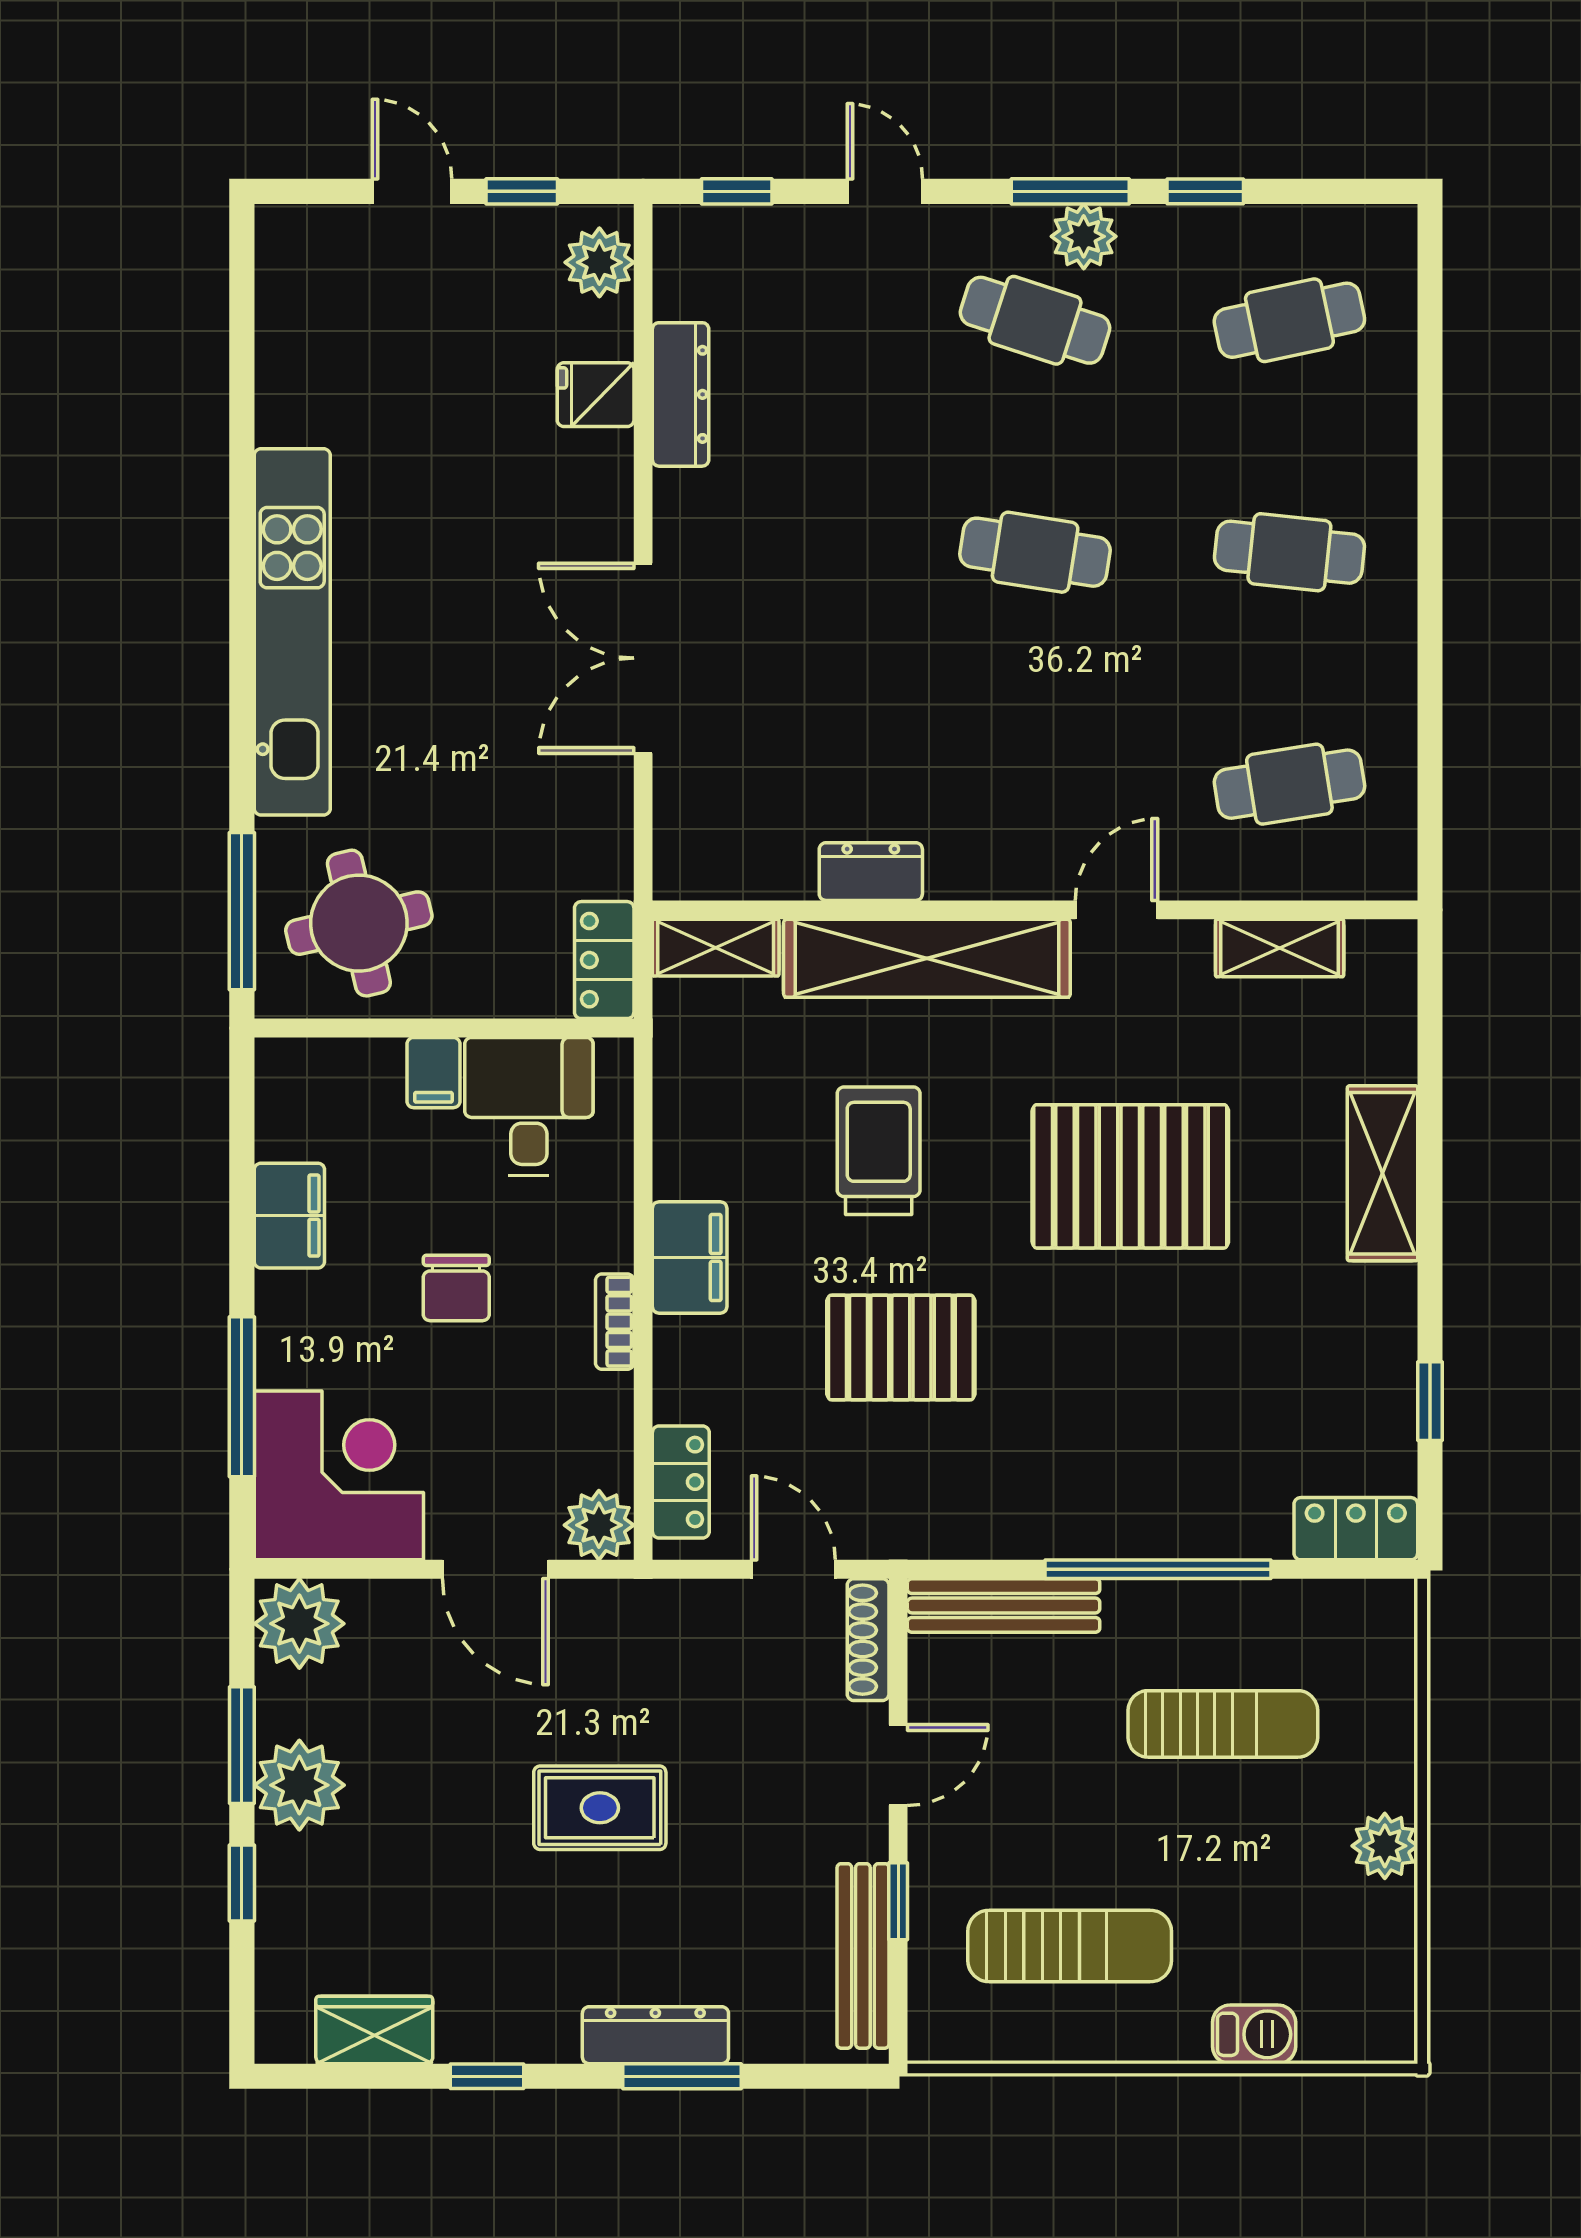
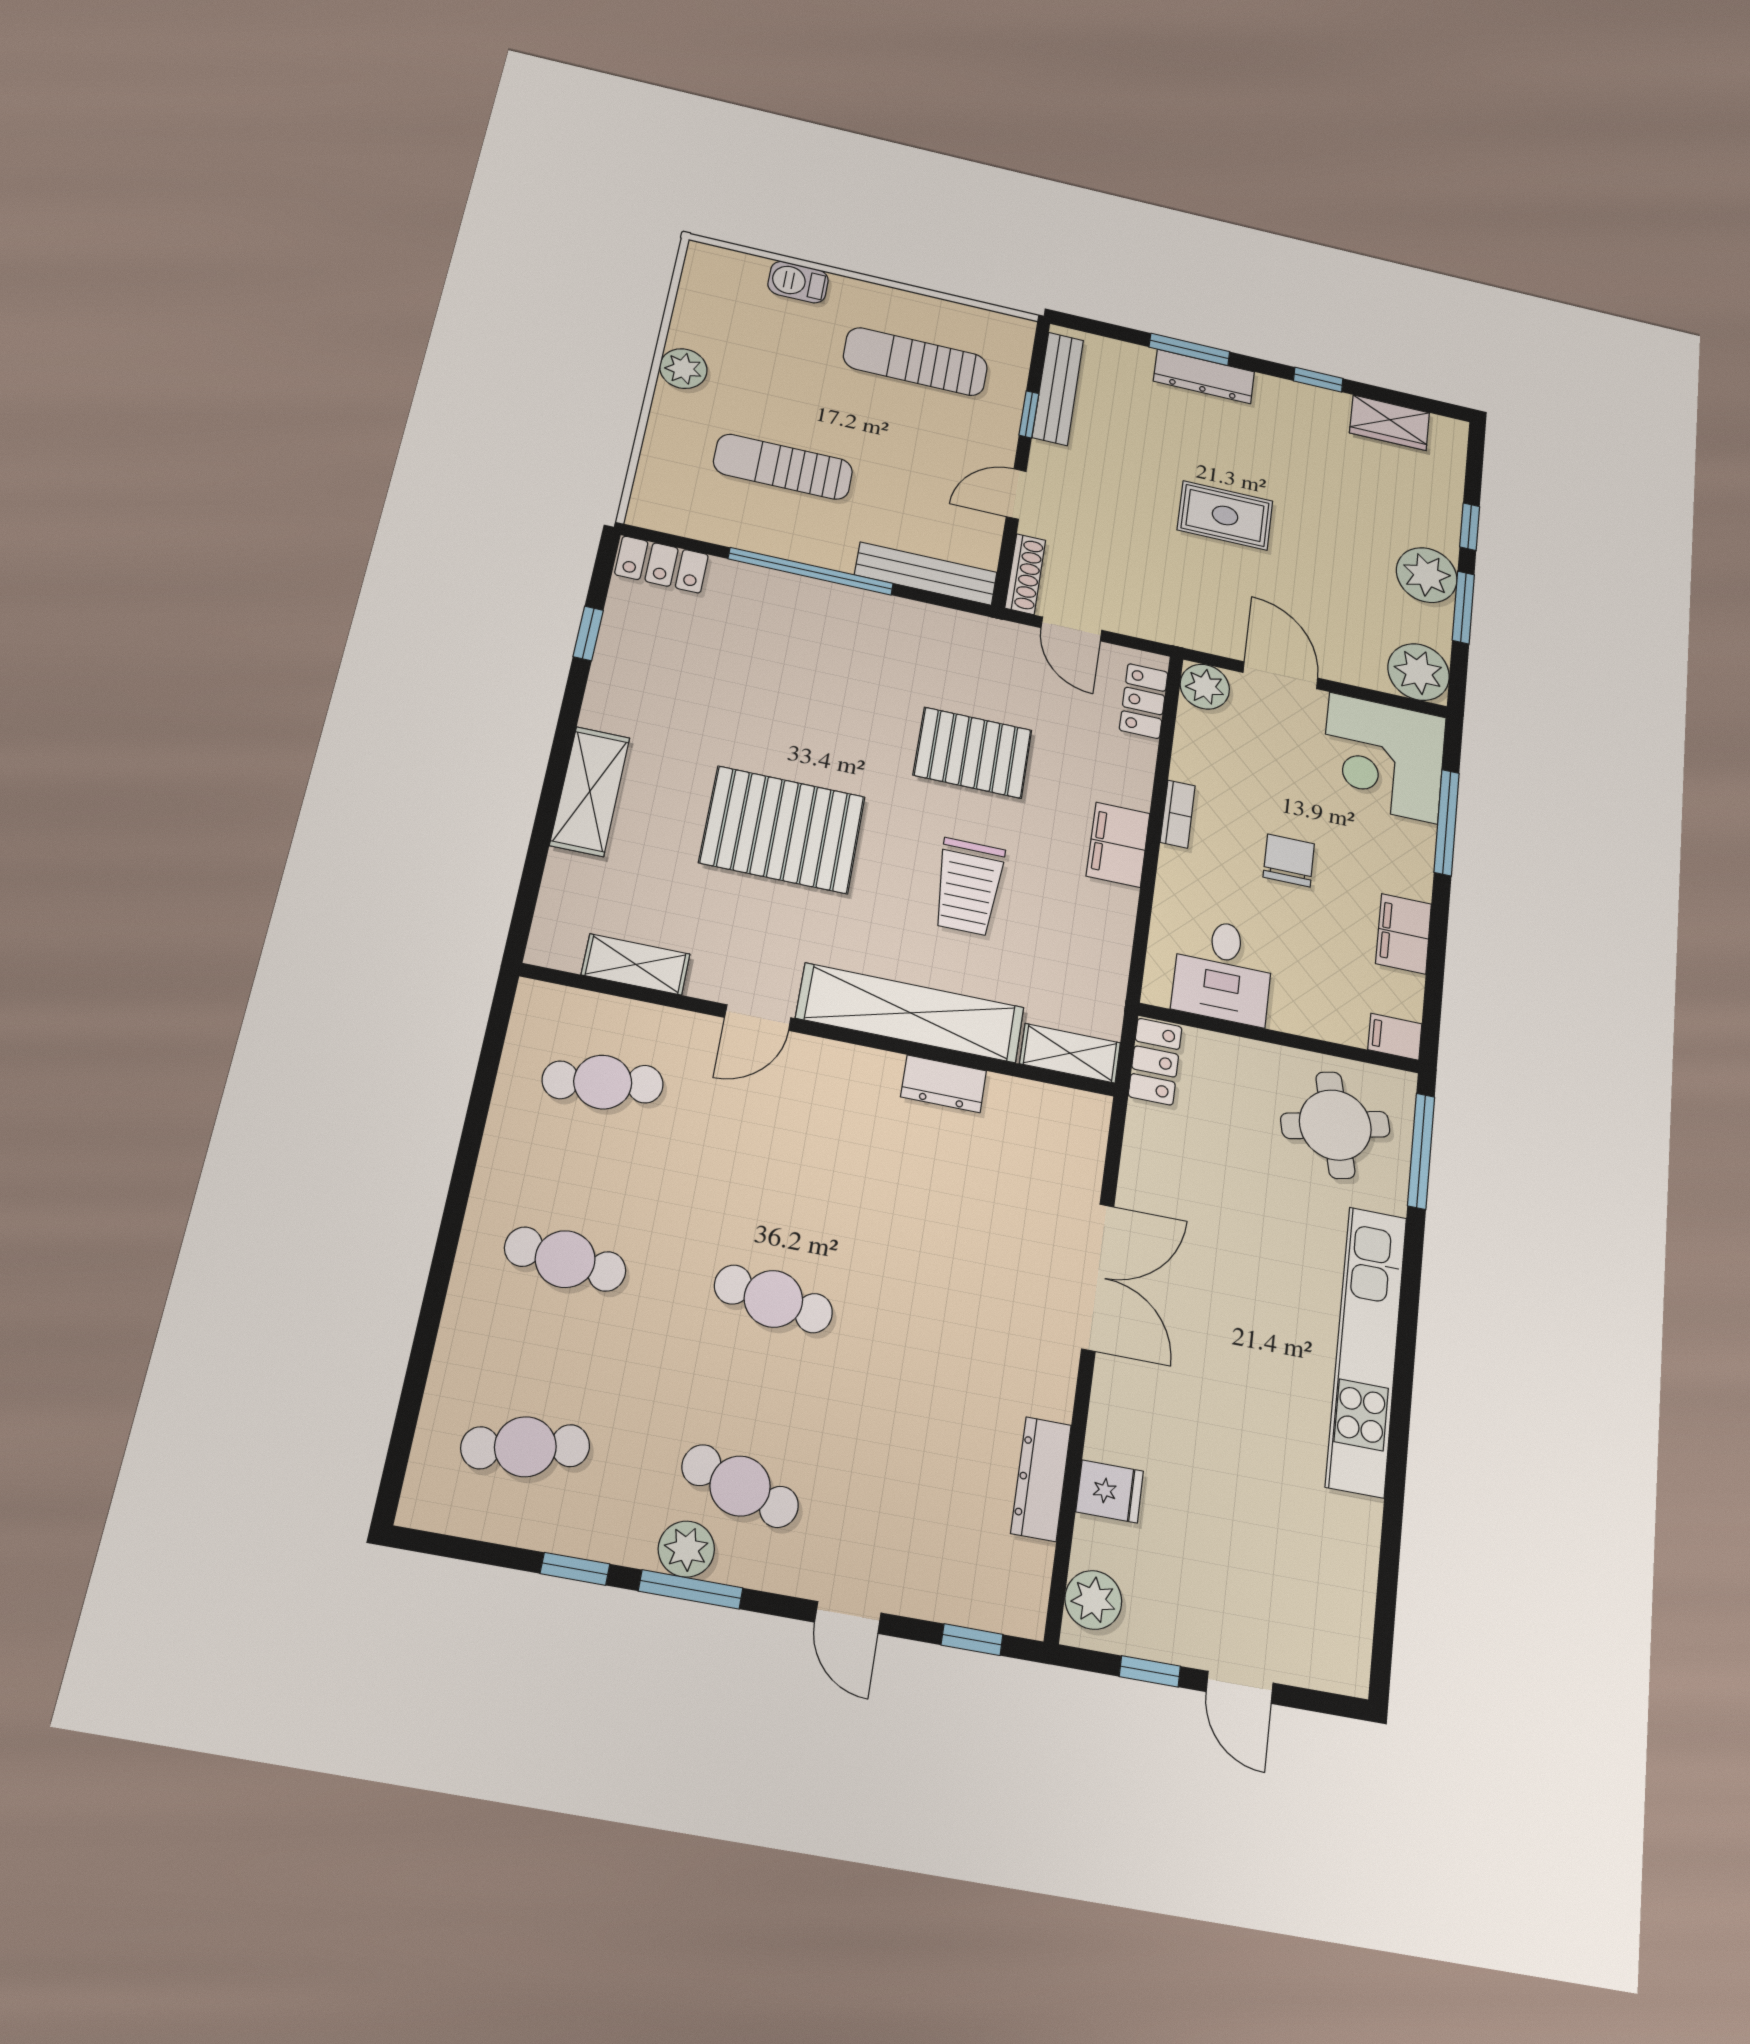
filing cabinet: (433, 1073) -> (1395, 1037), moved, turned -90

